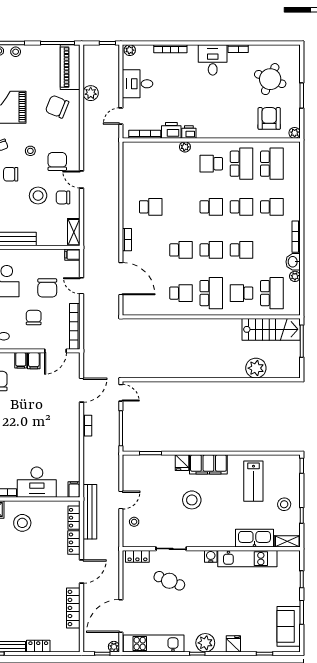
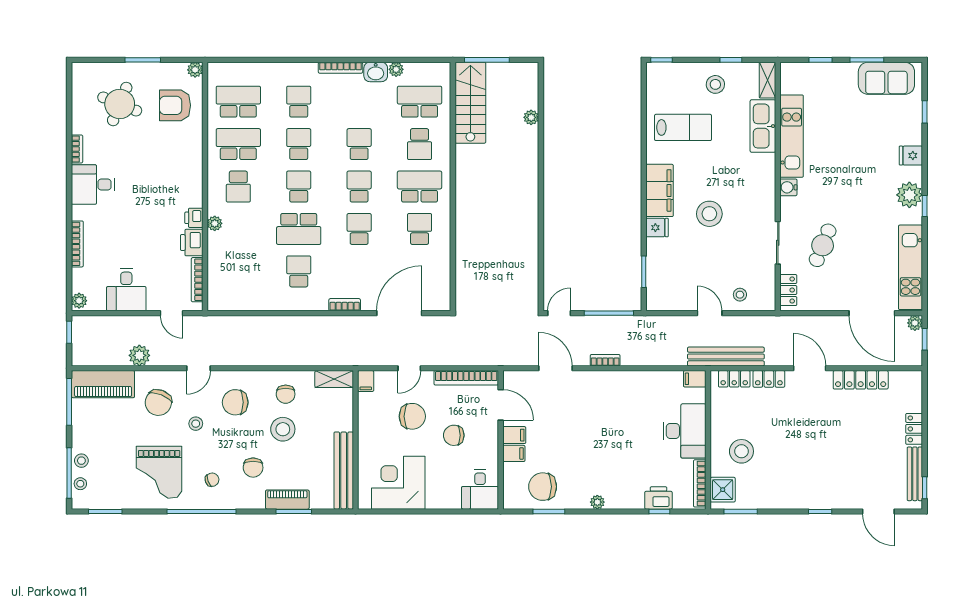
stool: (30, 151) -> (196, 424), moved
door: (82, 179) -> (198, 368), moved
school desk: (181, 207) -> (299, 229), added
plant: (256, 368) -> (531, 117), width x0.53, depth x0.53

